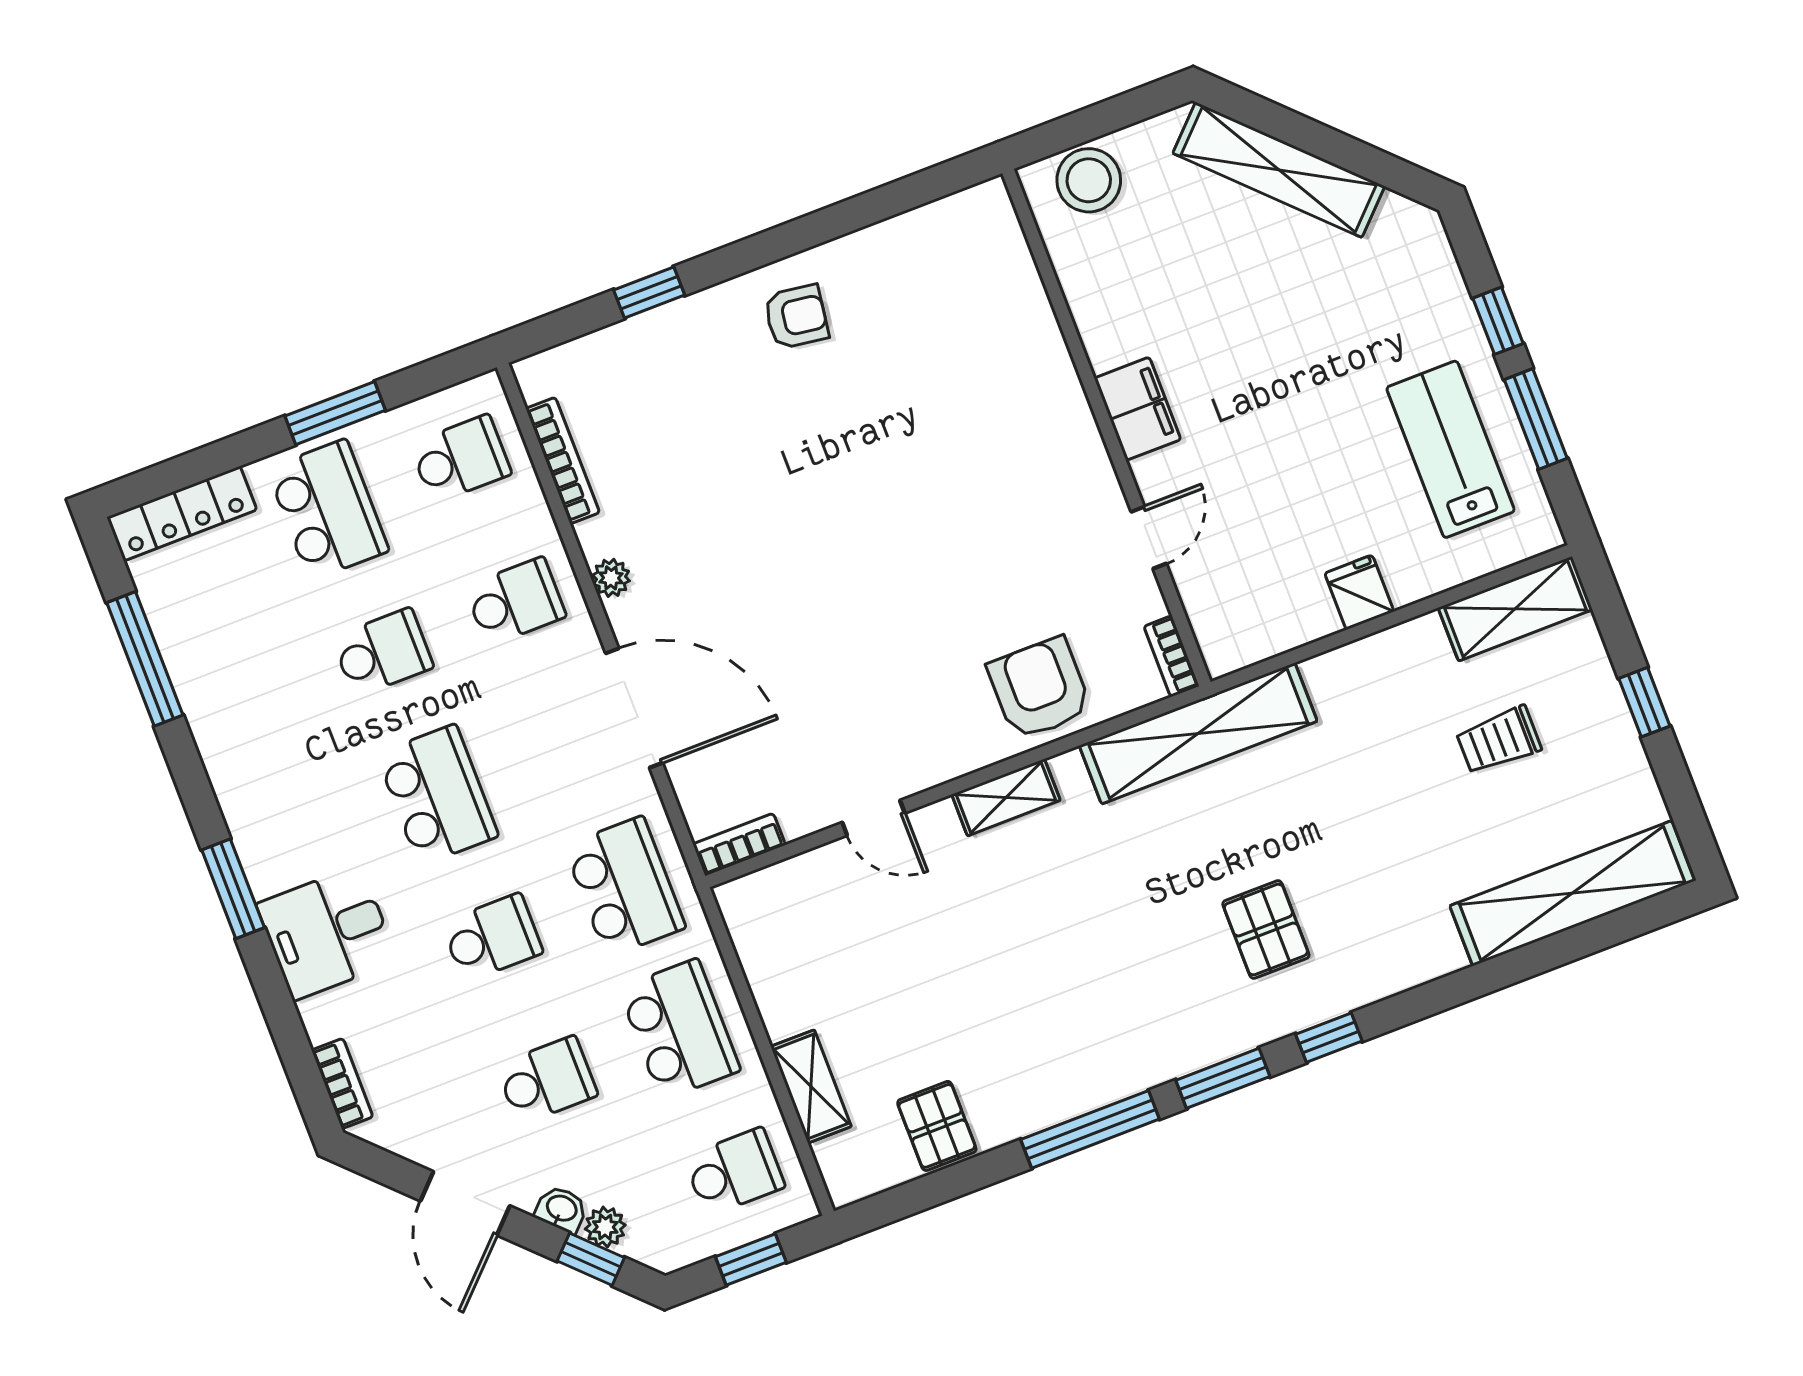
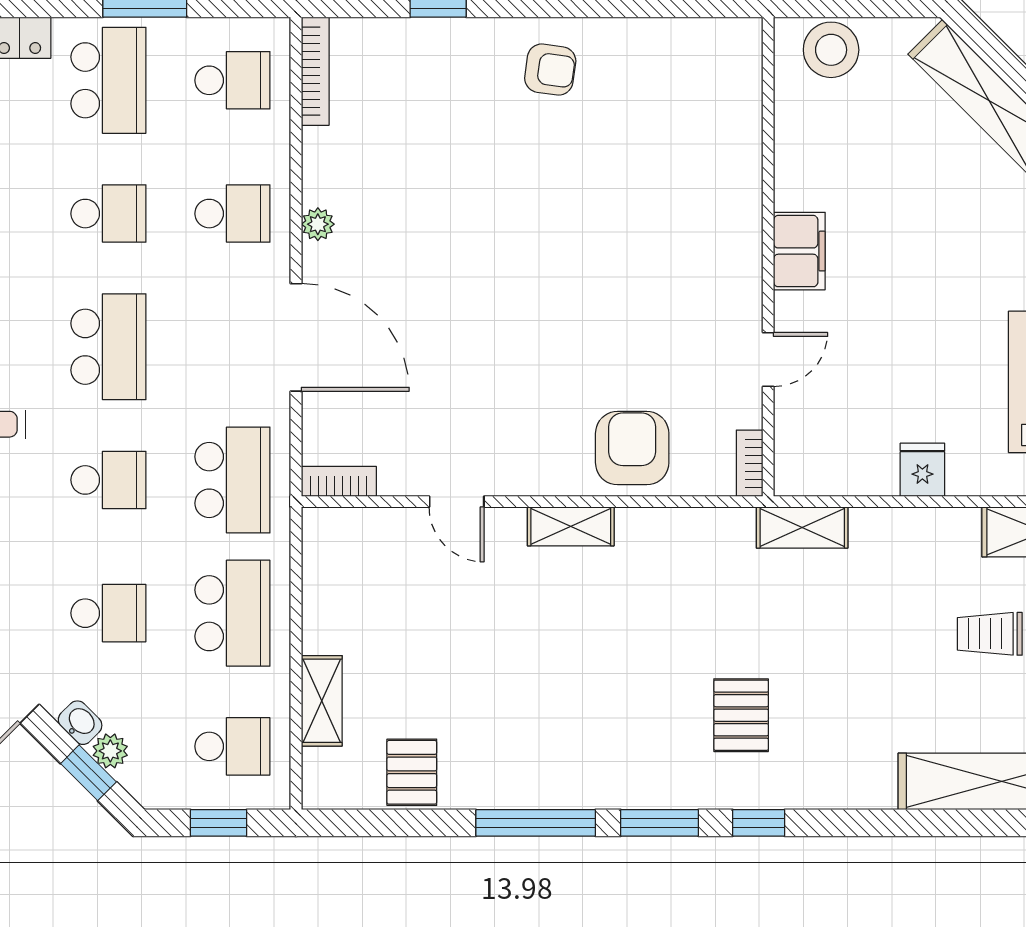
bookcase: (563, 461) -> (315, 71), moved
shelving: (1198, 733) -> (802, 527), width x0.45, depth x0.75

